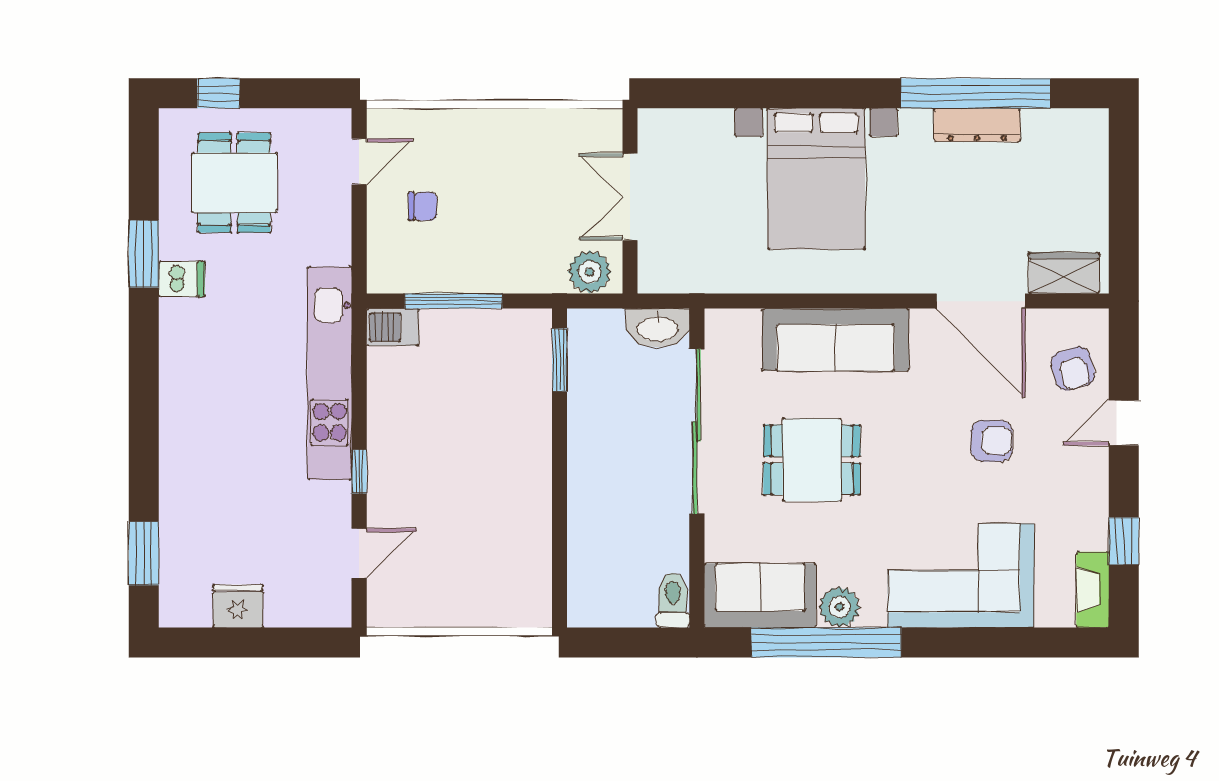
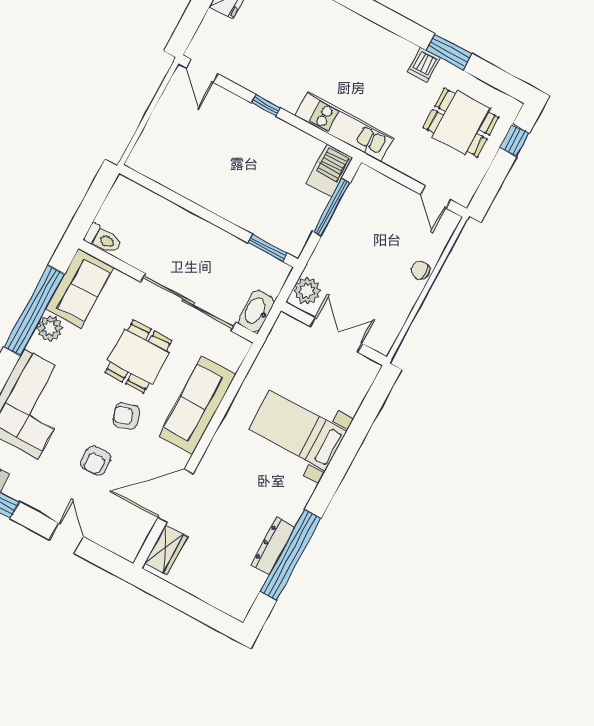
bed with nightstands: (816, 179) -> (297, 430), width x0.73
chair: (423, 206) -> (421, 270), moved, turned 90
barbecue: (393, 327) -> (329, 170), width x1.38, depth x1.27
armchair: (1073, 369) -> (126, 416), moved
kitchen unit: (330, 373) -> (344, 127), width x0.73
door: (359, 553) -> (202, 71), moved

